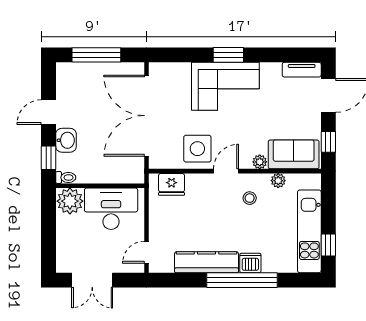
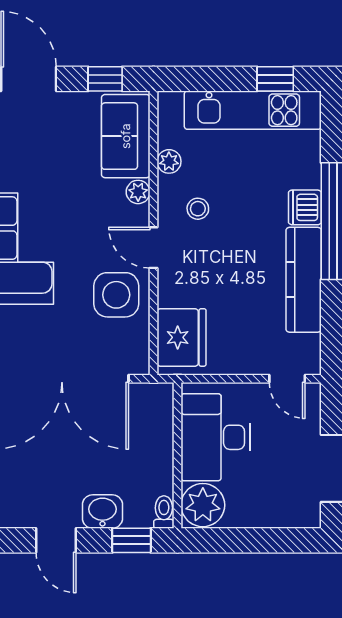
fridge: (172, 184) -> (182, 337), width x1.36, depth x1.34

